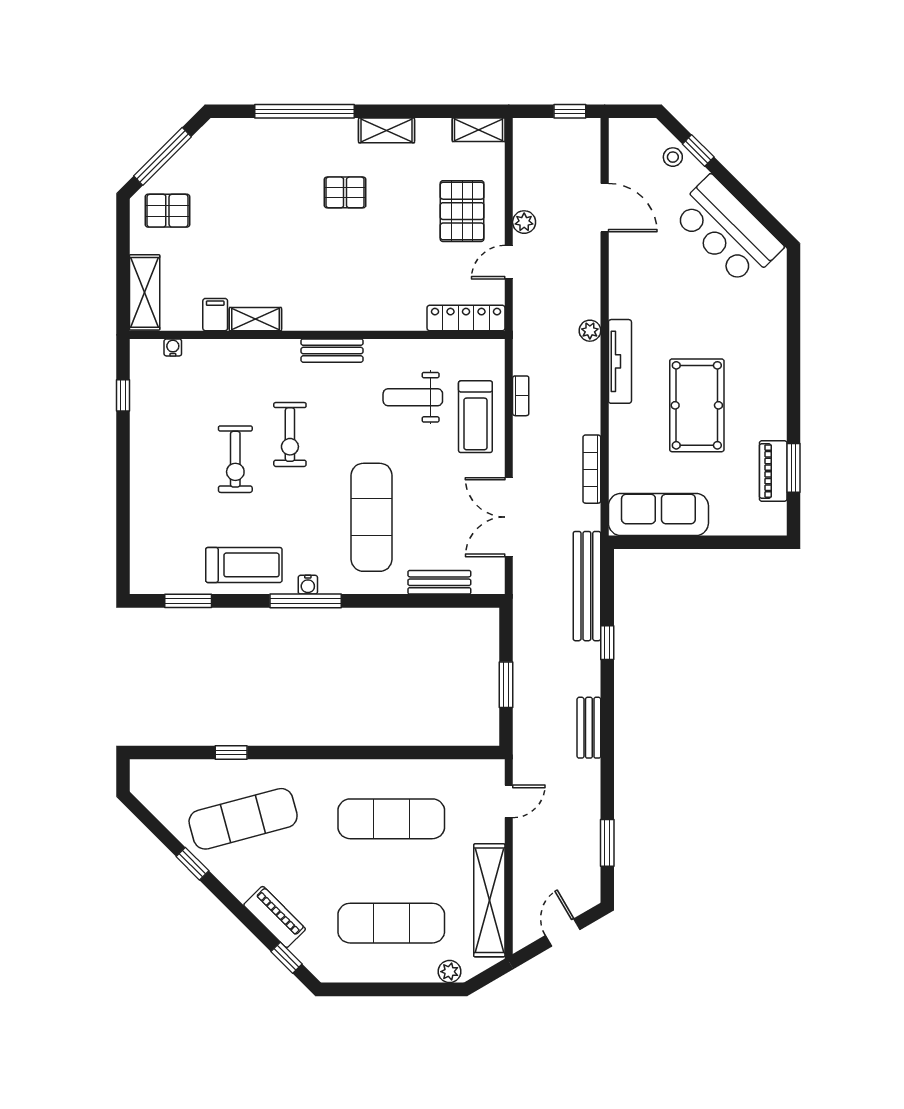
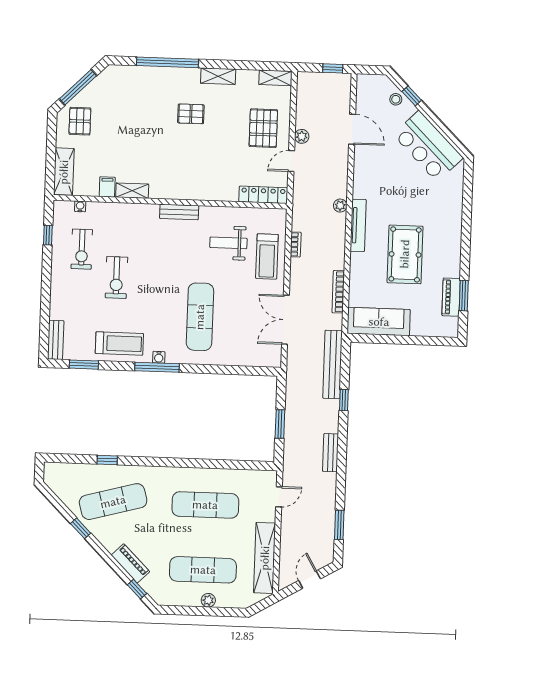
pallet: (167, 211) -> (80, 121), turned 90
exercise bike: (290, 435) -> (82, 249), moved
bench: (439, 582) -> (56, 340), moved, turned 90
plant: (450, 972) -> (208, 600), moved

